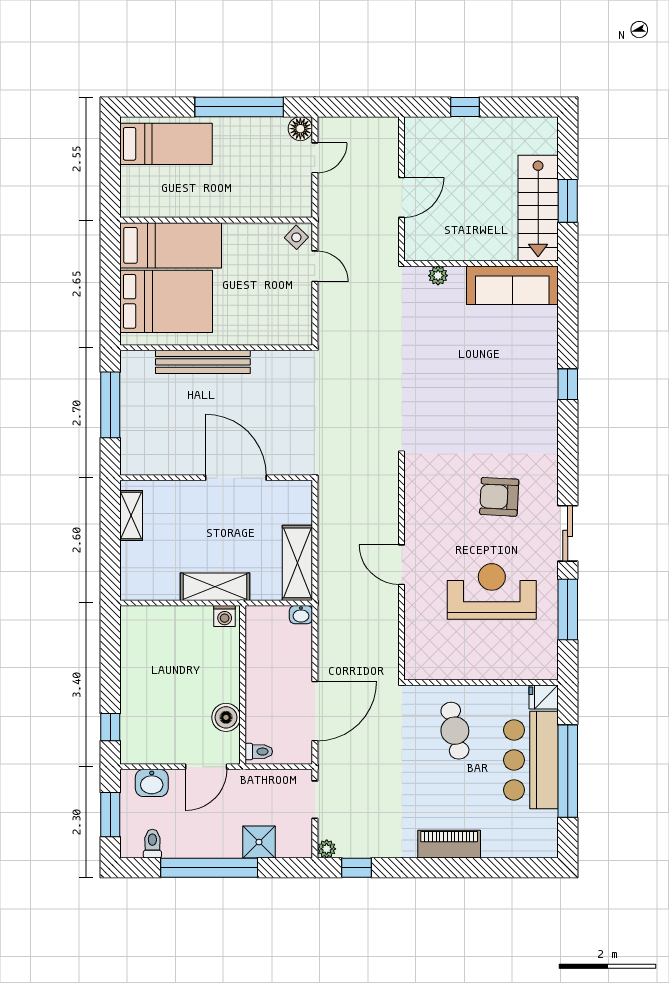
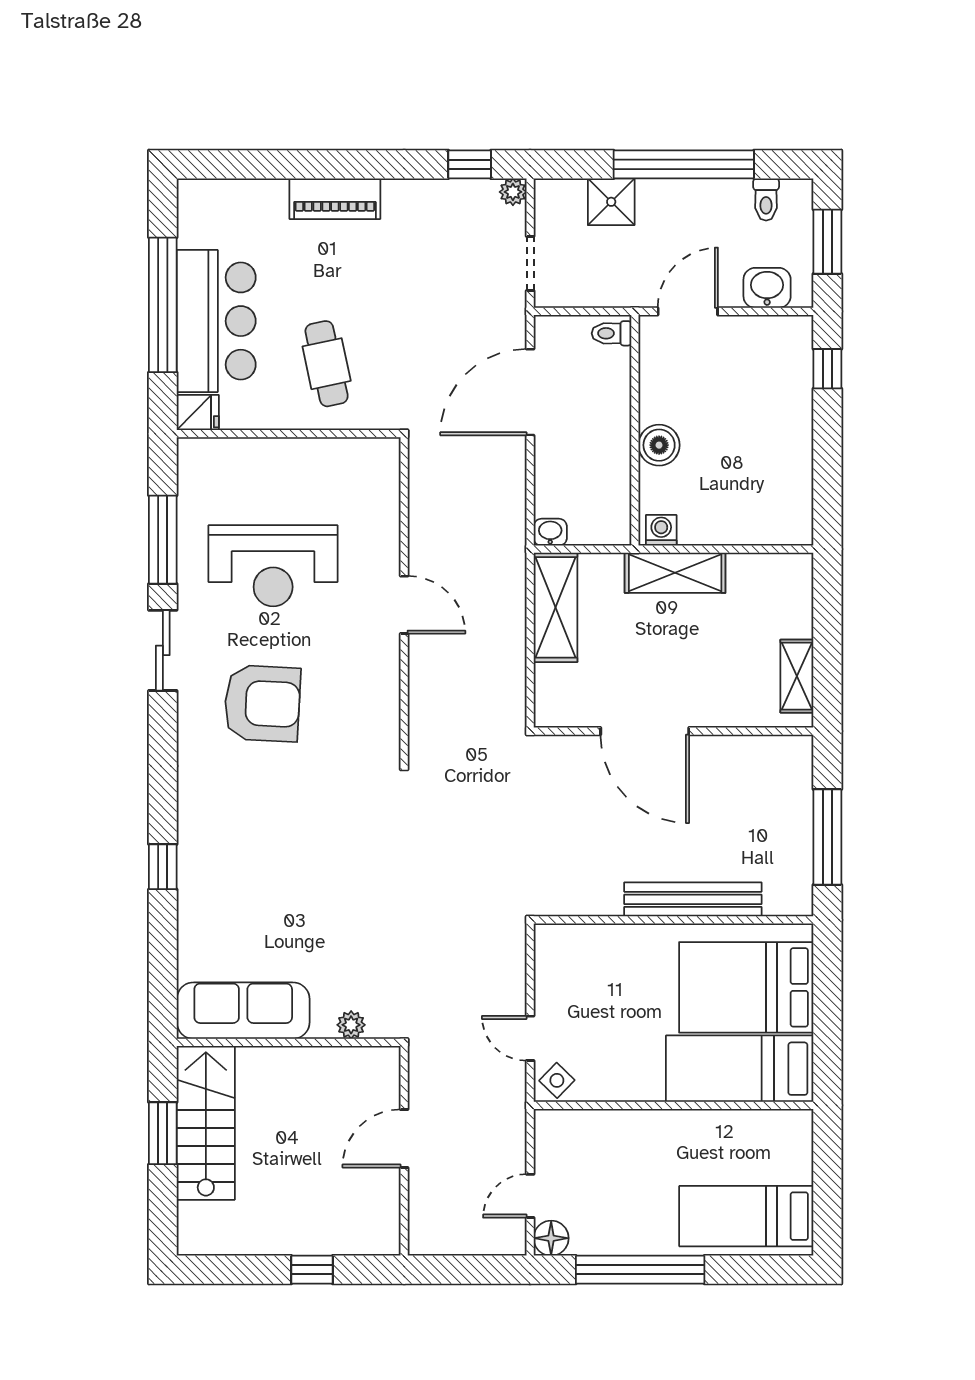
armchair: (499, 497) -> (262, 703), width x1.36, depth x1.36
boiler: (226, 717) -> (659, 445), moved

